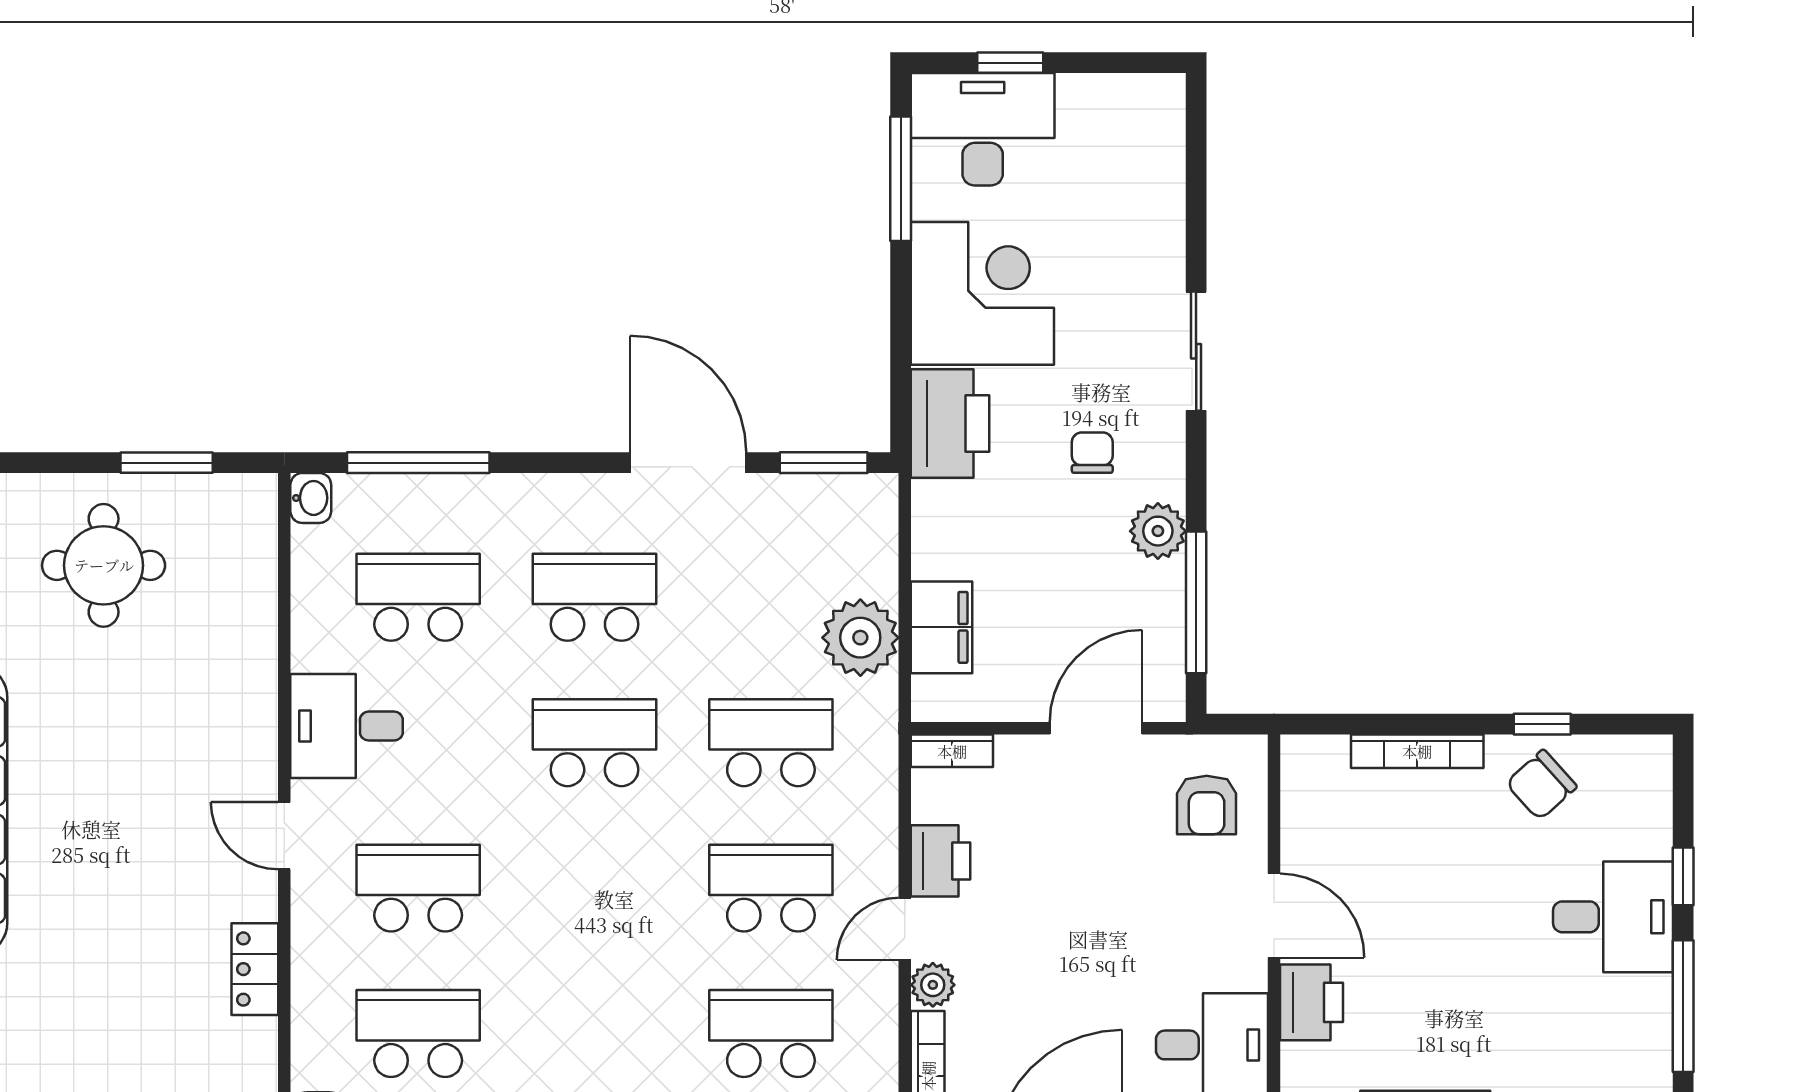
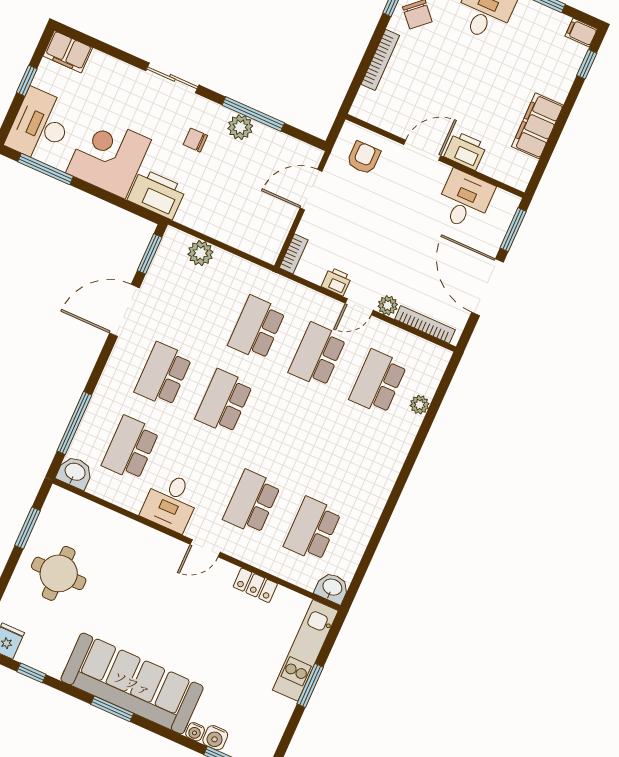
window: (1010, 63) -> (27, 81), moved
washbasin: (311, 498) -> (75, 472), width x1.38, depth x1.45
window: (1196, 602) -> (253, 114), moved
filing cabinet: (942, 627) -> (68, 52), moved, turned 180
plant: (860, 638) -> (200, 253), moved, width x0.73, depth x0.73
door: (1096, 728) -> (311, 190), hinge flipped
armchair: (1207, 805) -> (364, 158), turned -90
printer: (941, 861) -> (336, 282), width x0.73, depth x0.81
door: (905, 929) -> (359, 307), hinge flipped

